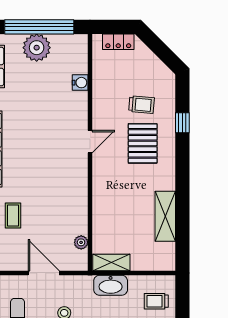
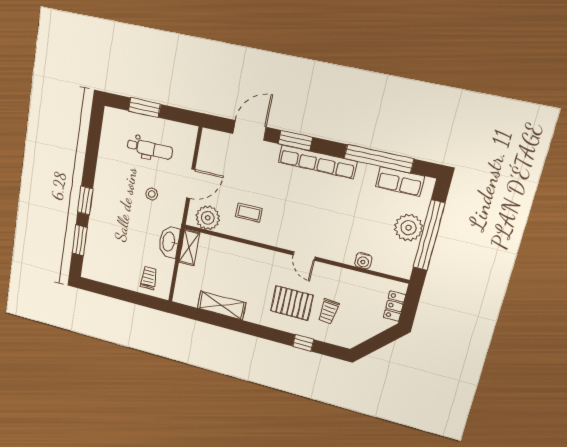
coffee table: (13, 215) -> (249, 213), moved
plant: (81, 242) -> (208, 218), width x1.87, depth x1.87

